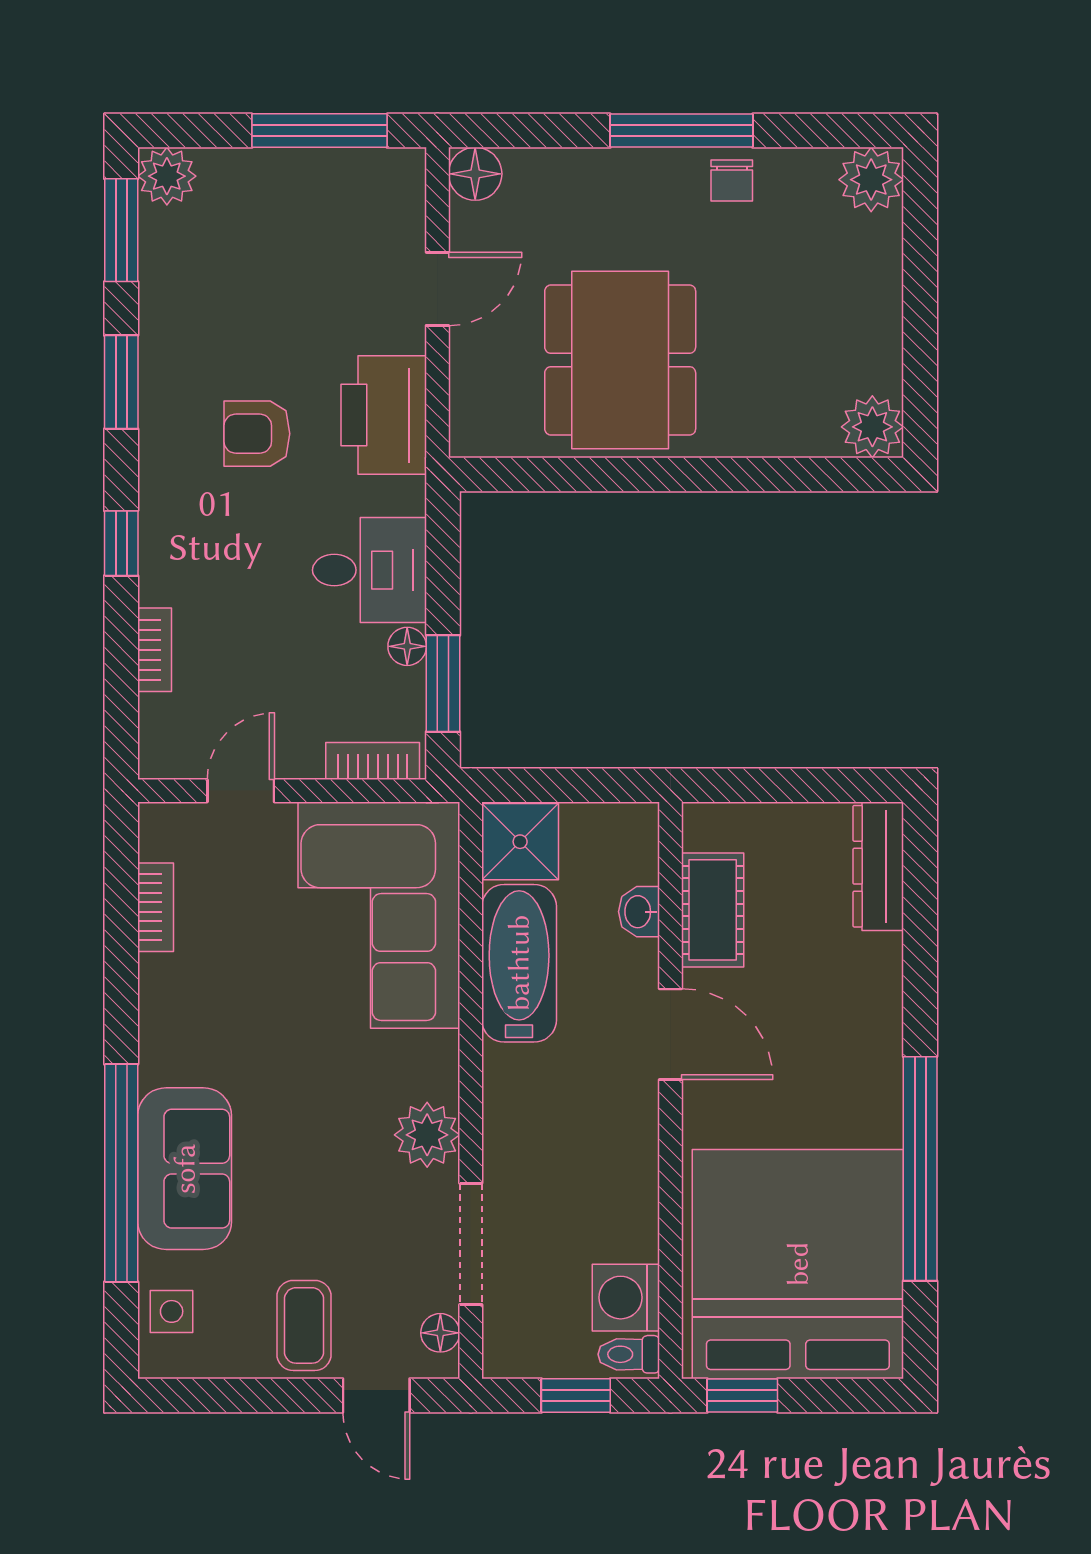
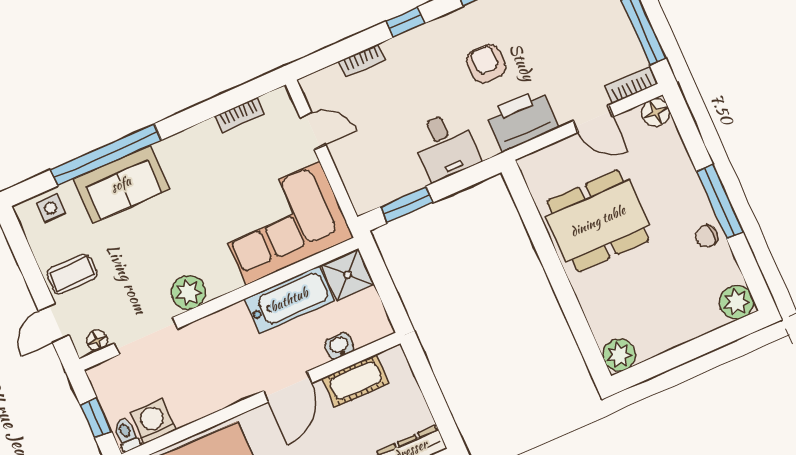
floor lamp: (407, 646) -> (417, 180), removed
bookcase: (373, 761) -> (631, 85), moved, turned -90

